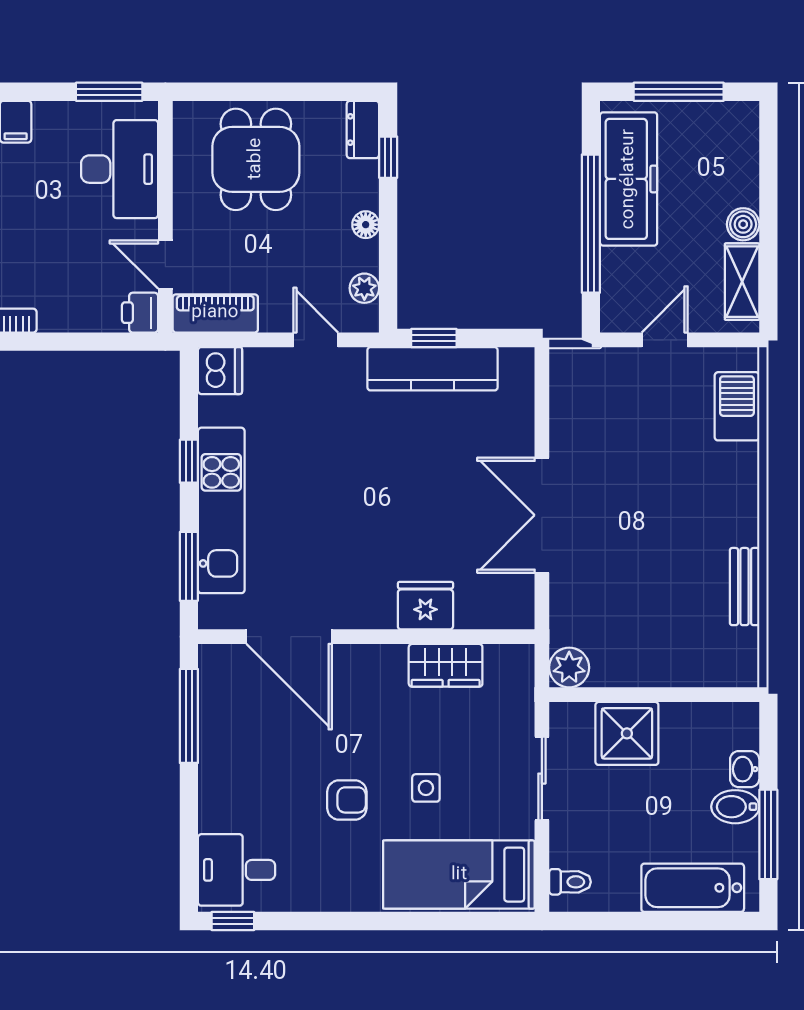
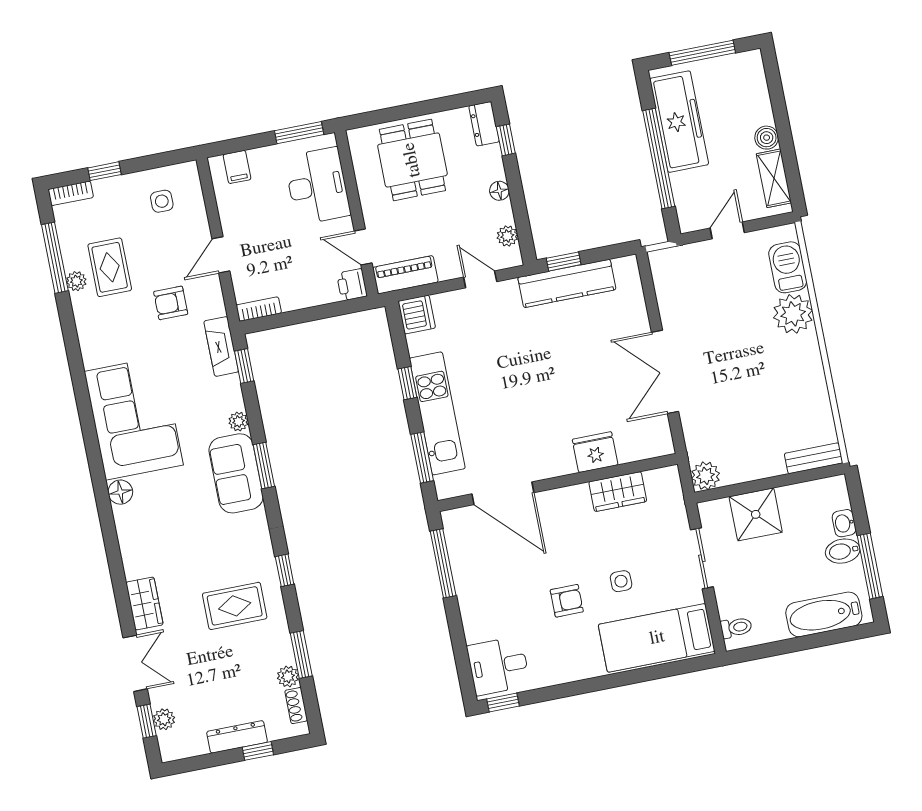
plant: (732, 471) -> (793, 314), added
bench: (745, 587) -> (814, 458), moved, turned 90

